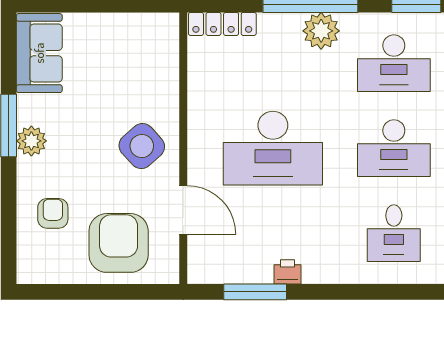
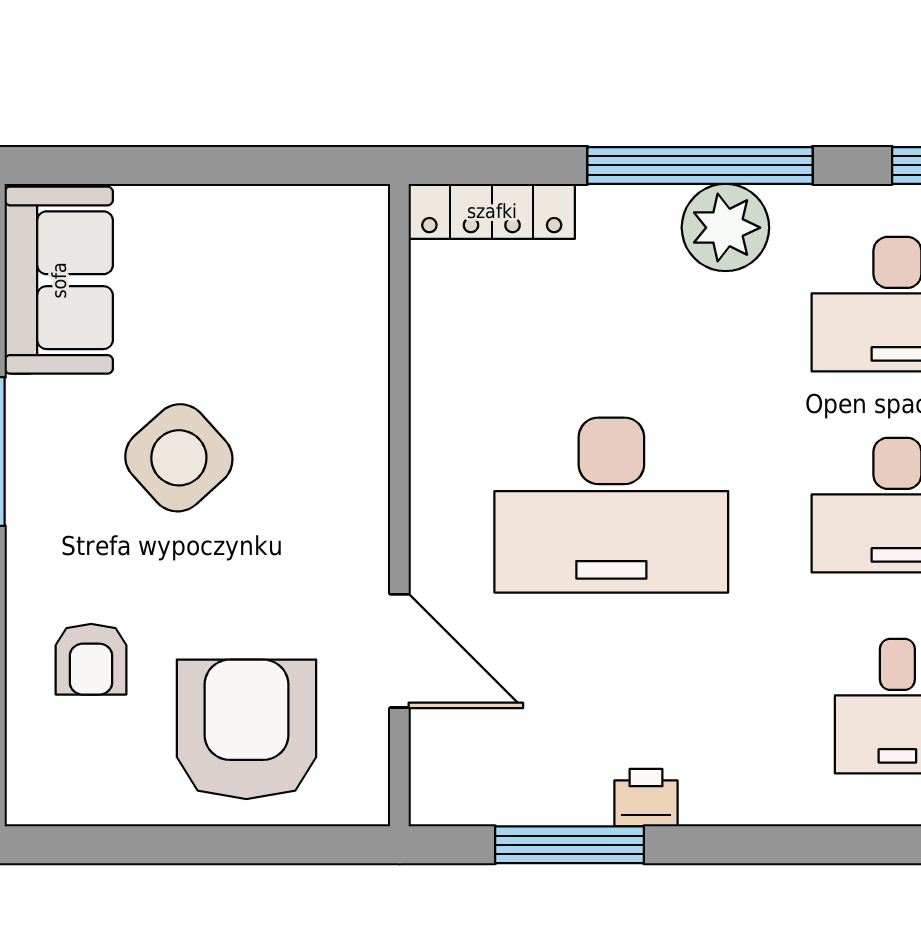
plant: (31, 141) -> (40, 488), removed
side table: (142, 146) -> (179, 458), moved
armchair: (53, 213) -> (91, 659), turned 180

